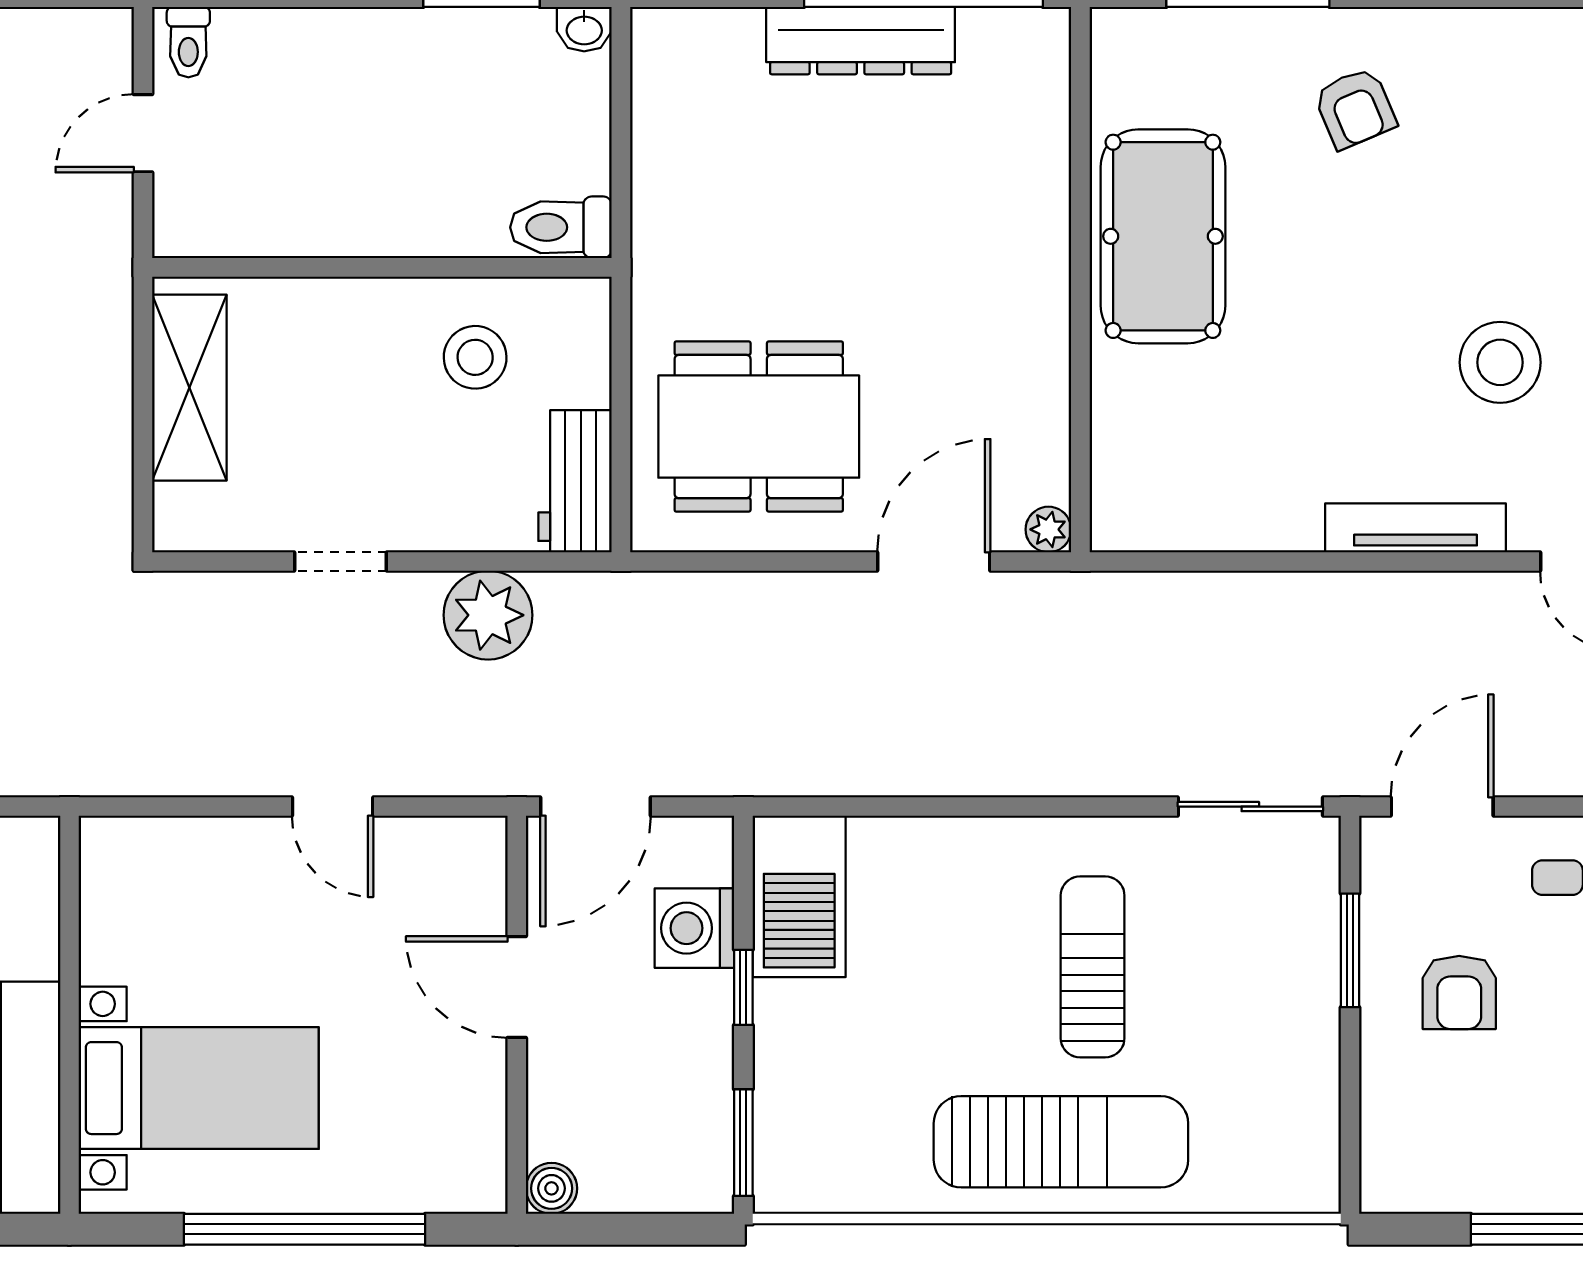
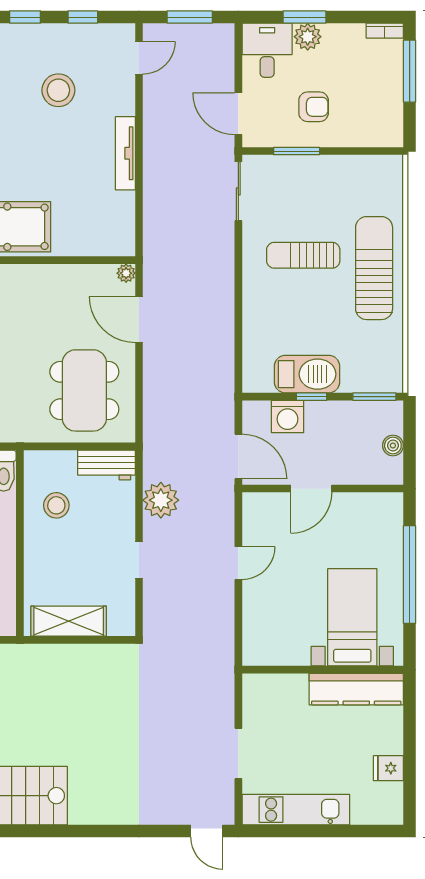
tv unit: (1415, 528) -> (125, 153), moved
barbecue: (799, 896) -> (307, 374), moved
boiler: (552, 1188) -> (393, 446), moved

